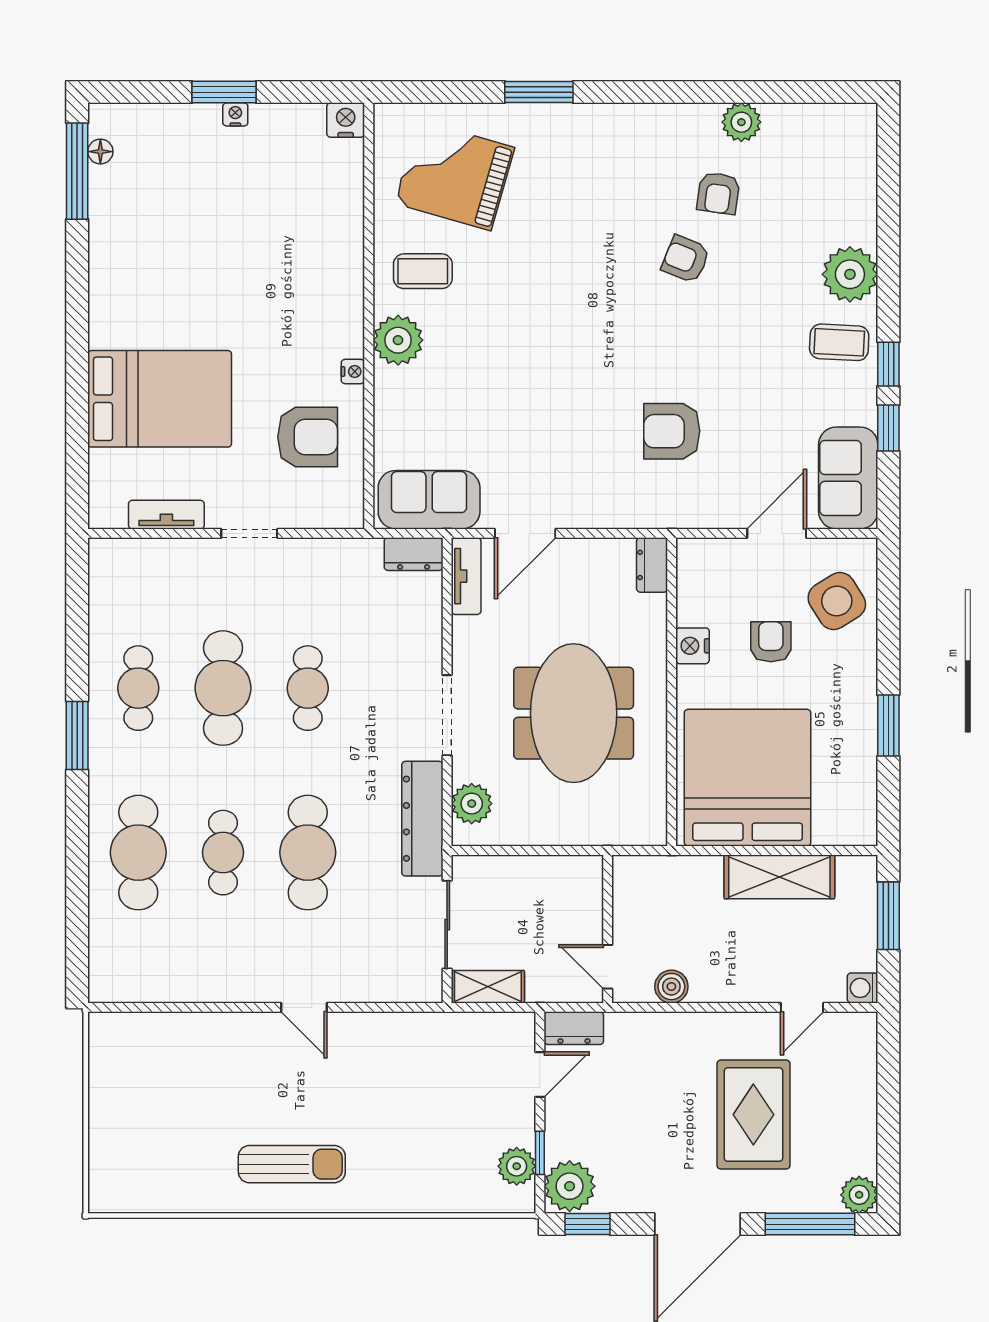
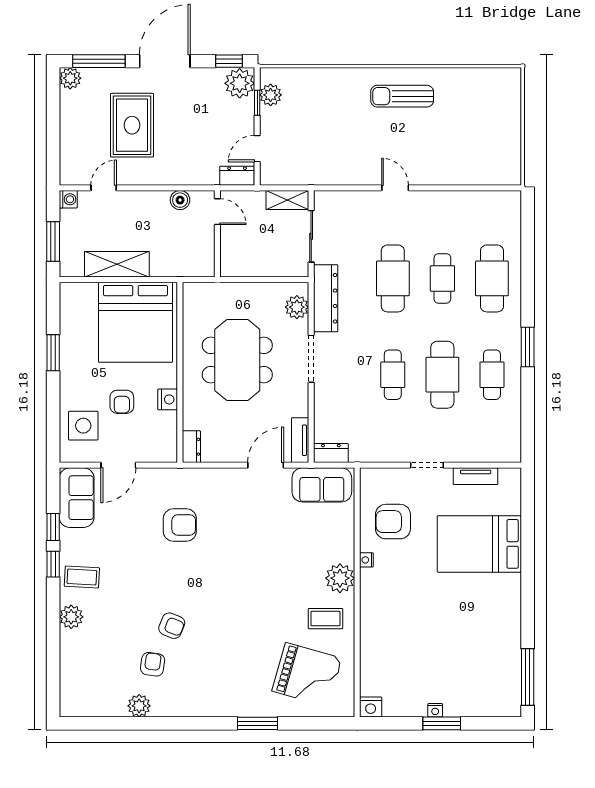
floor lamp: (100, 152) -> (514, 689), removed
plant: (850, 274) -> (71, 617), width x0.73, depth x0.73
side table: (837, 601) -> (83, 426), turned 32

